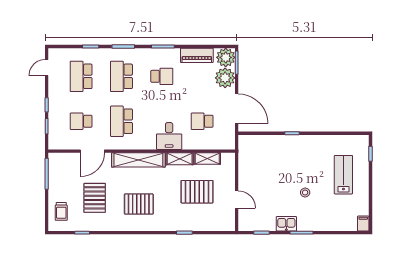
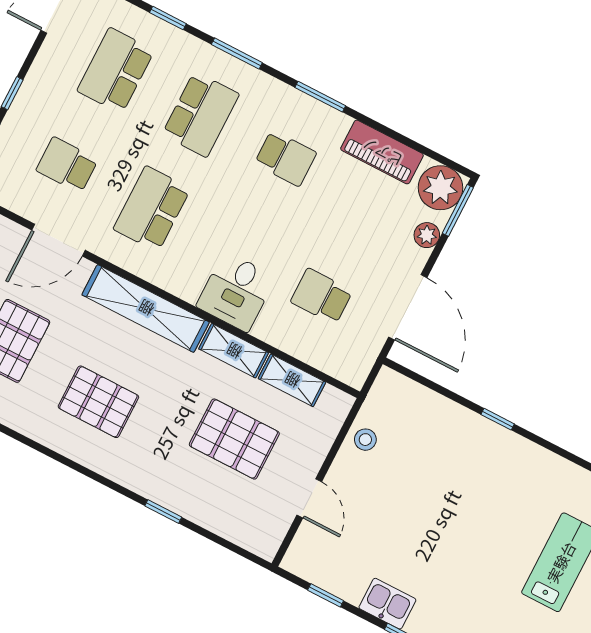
school desk: (121, 76) -> (201, 114), turned 180
plant: (225, 78) -> (427, 235), width x0.53, depth x0.53
stool: (305, 192) -> (365, 440), moved

